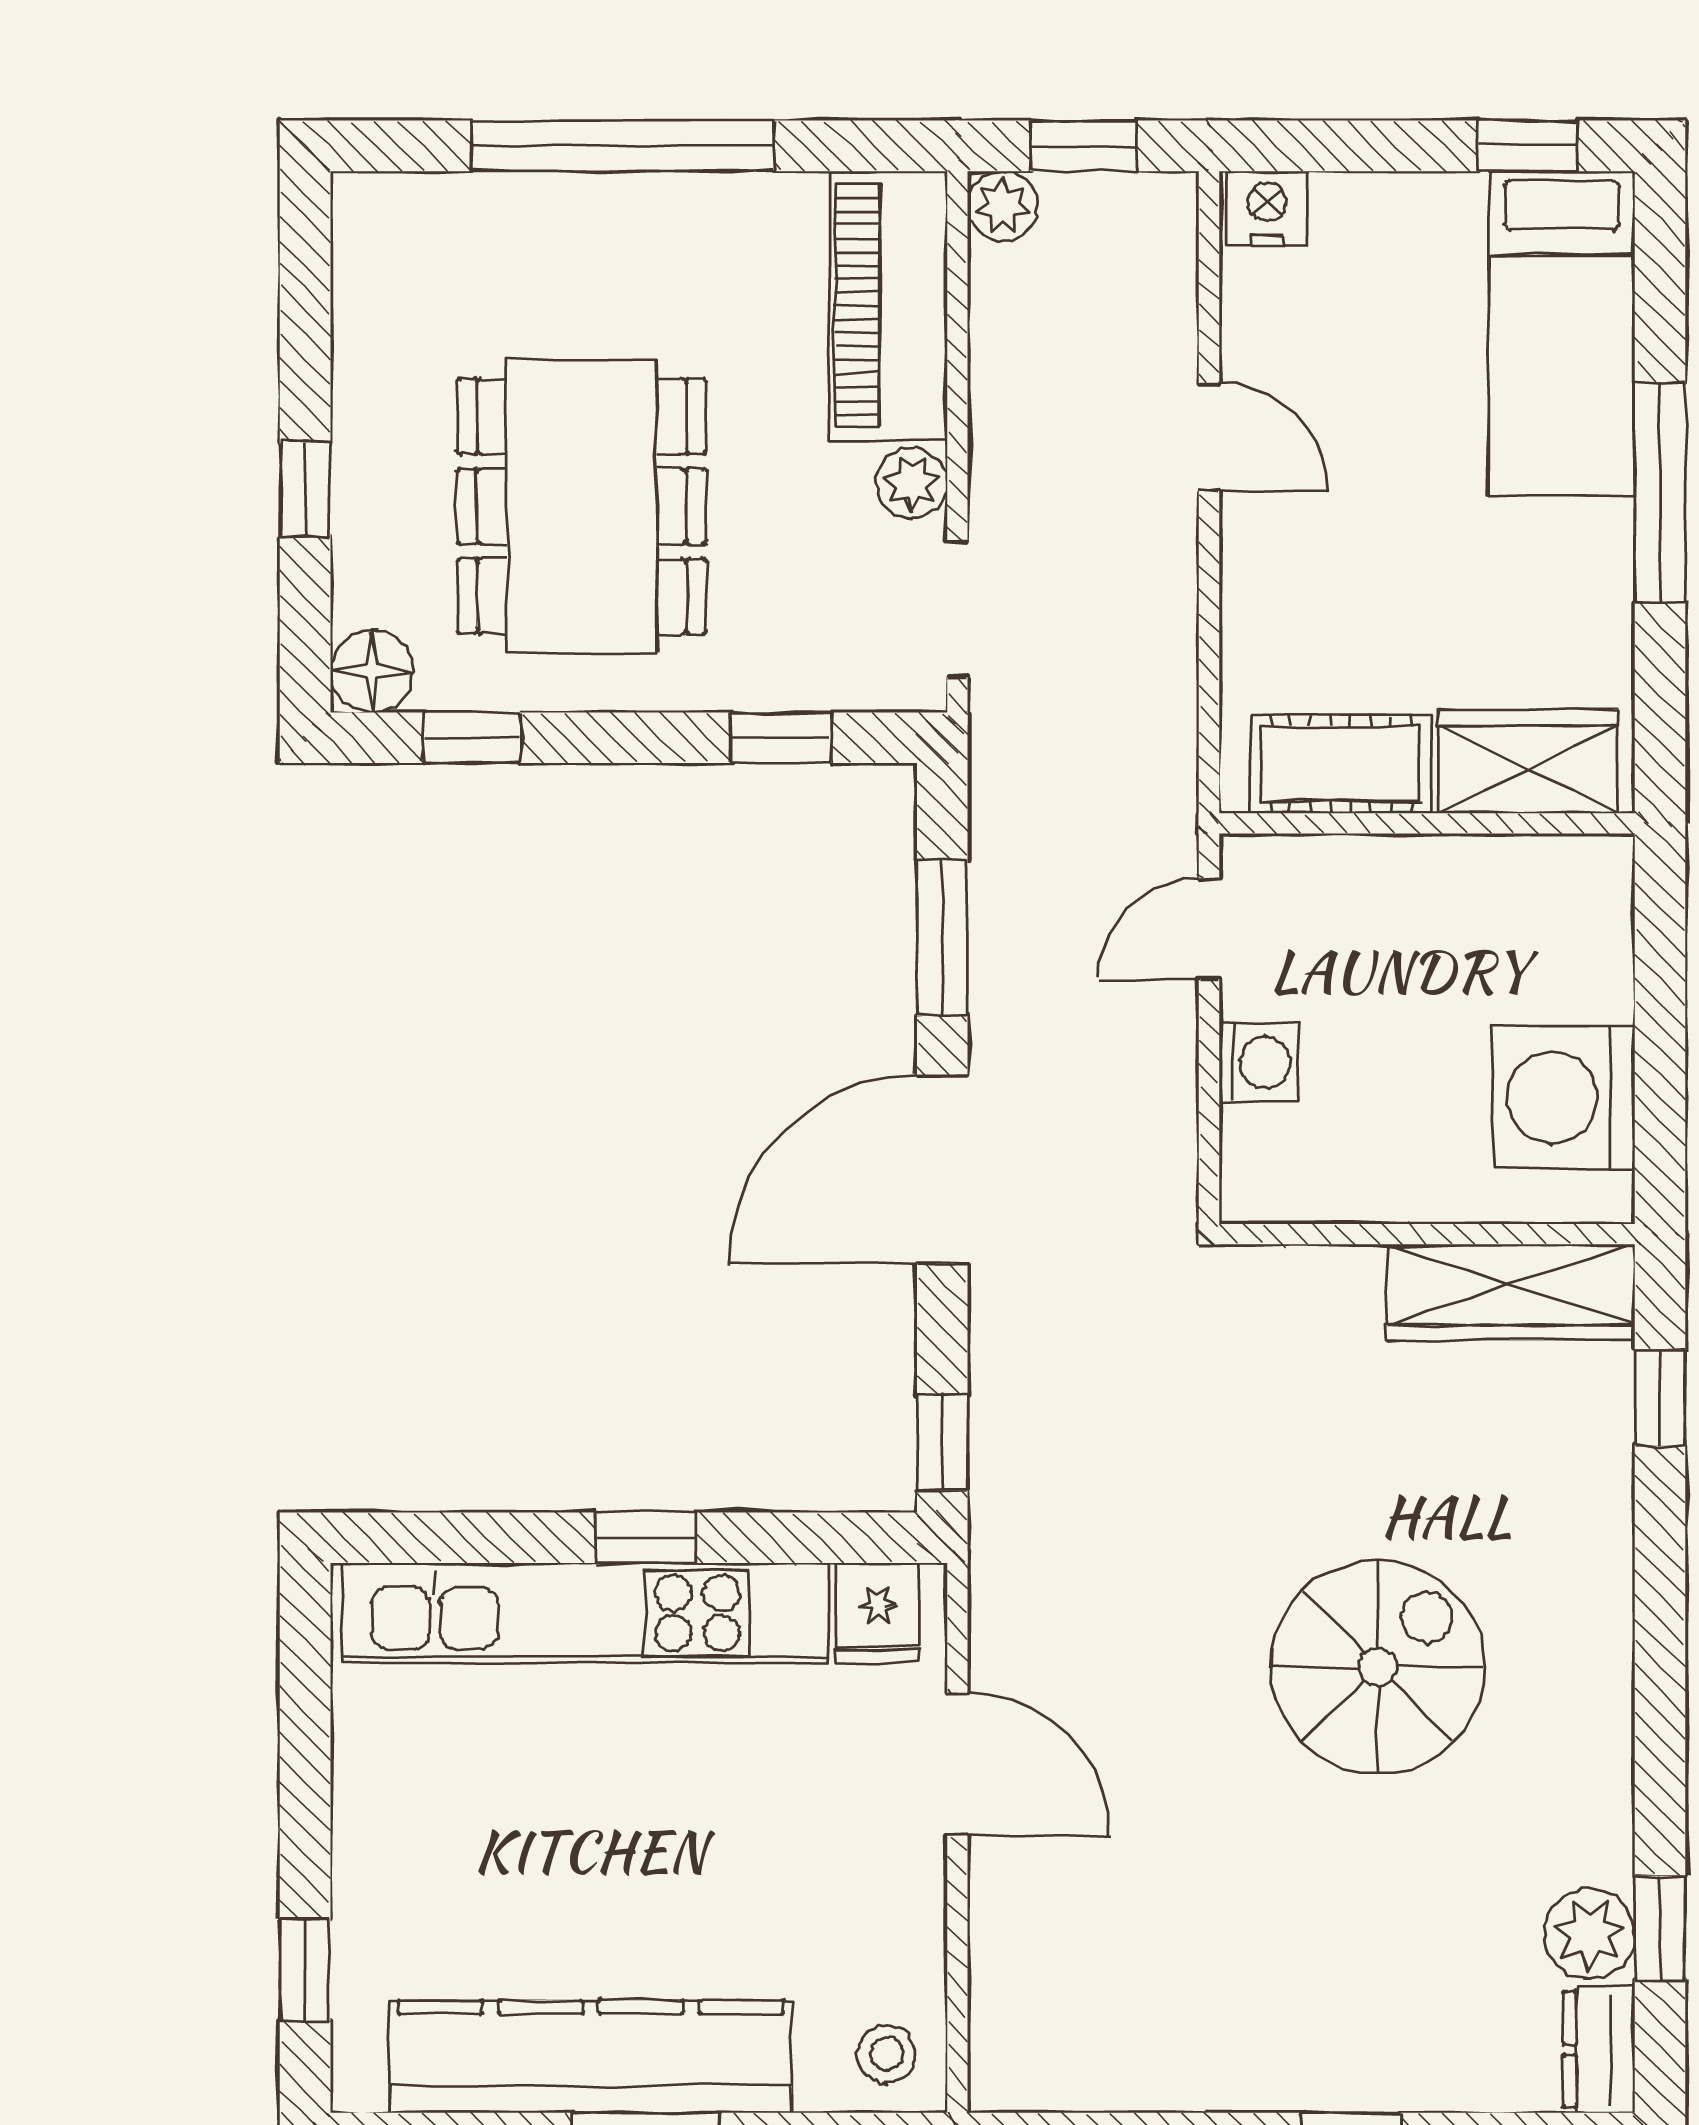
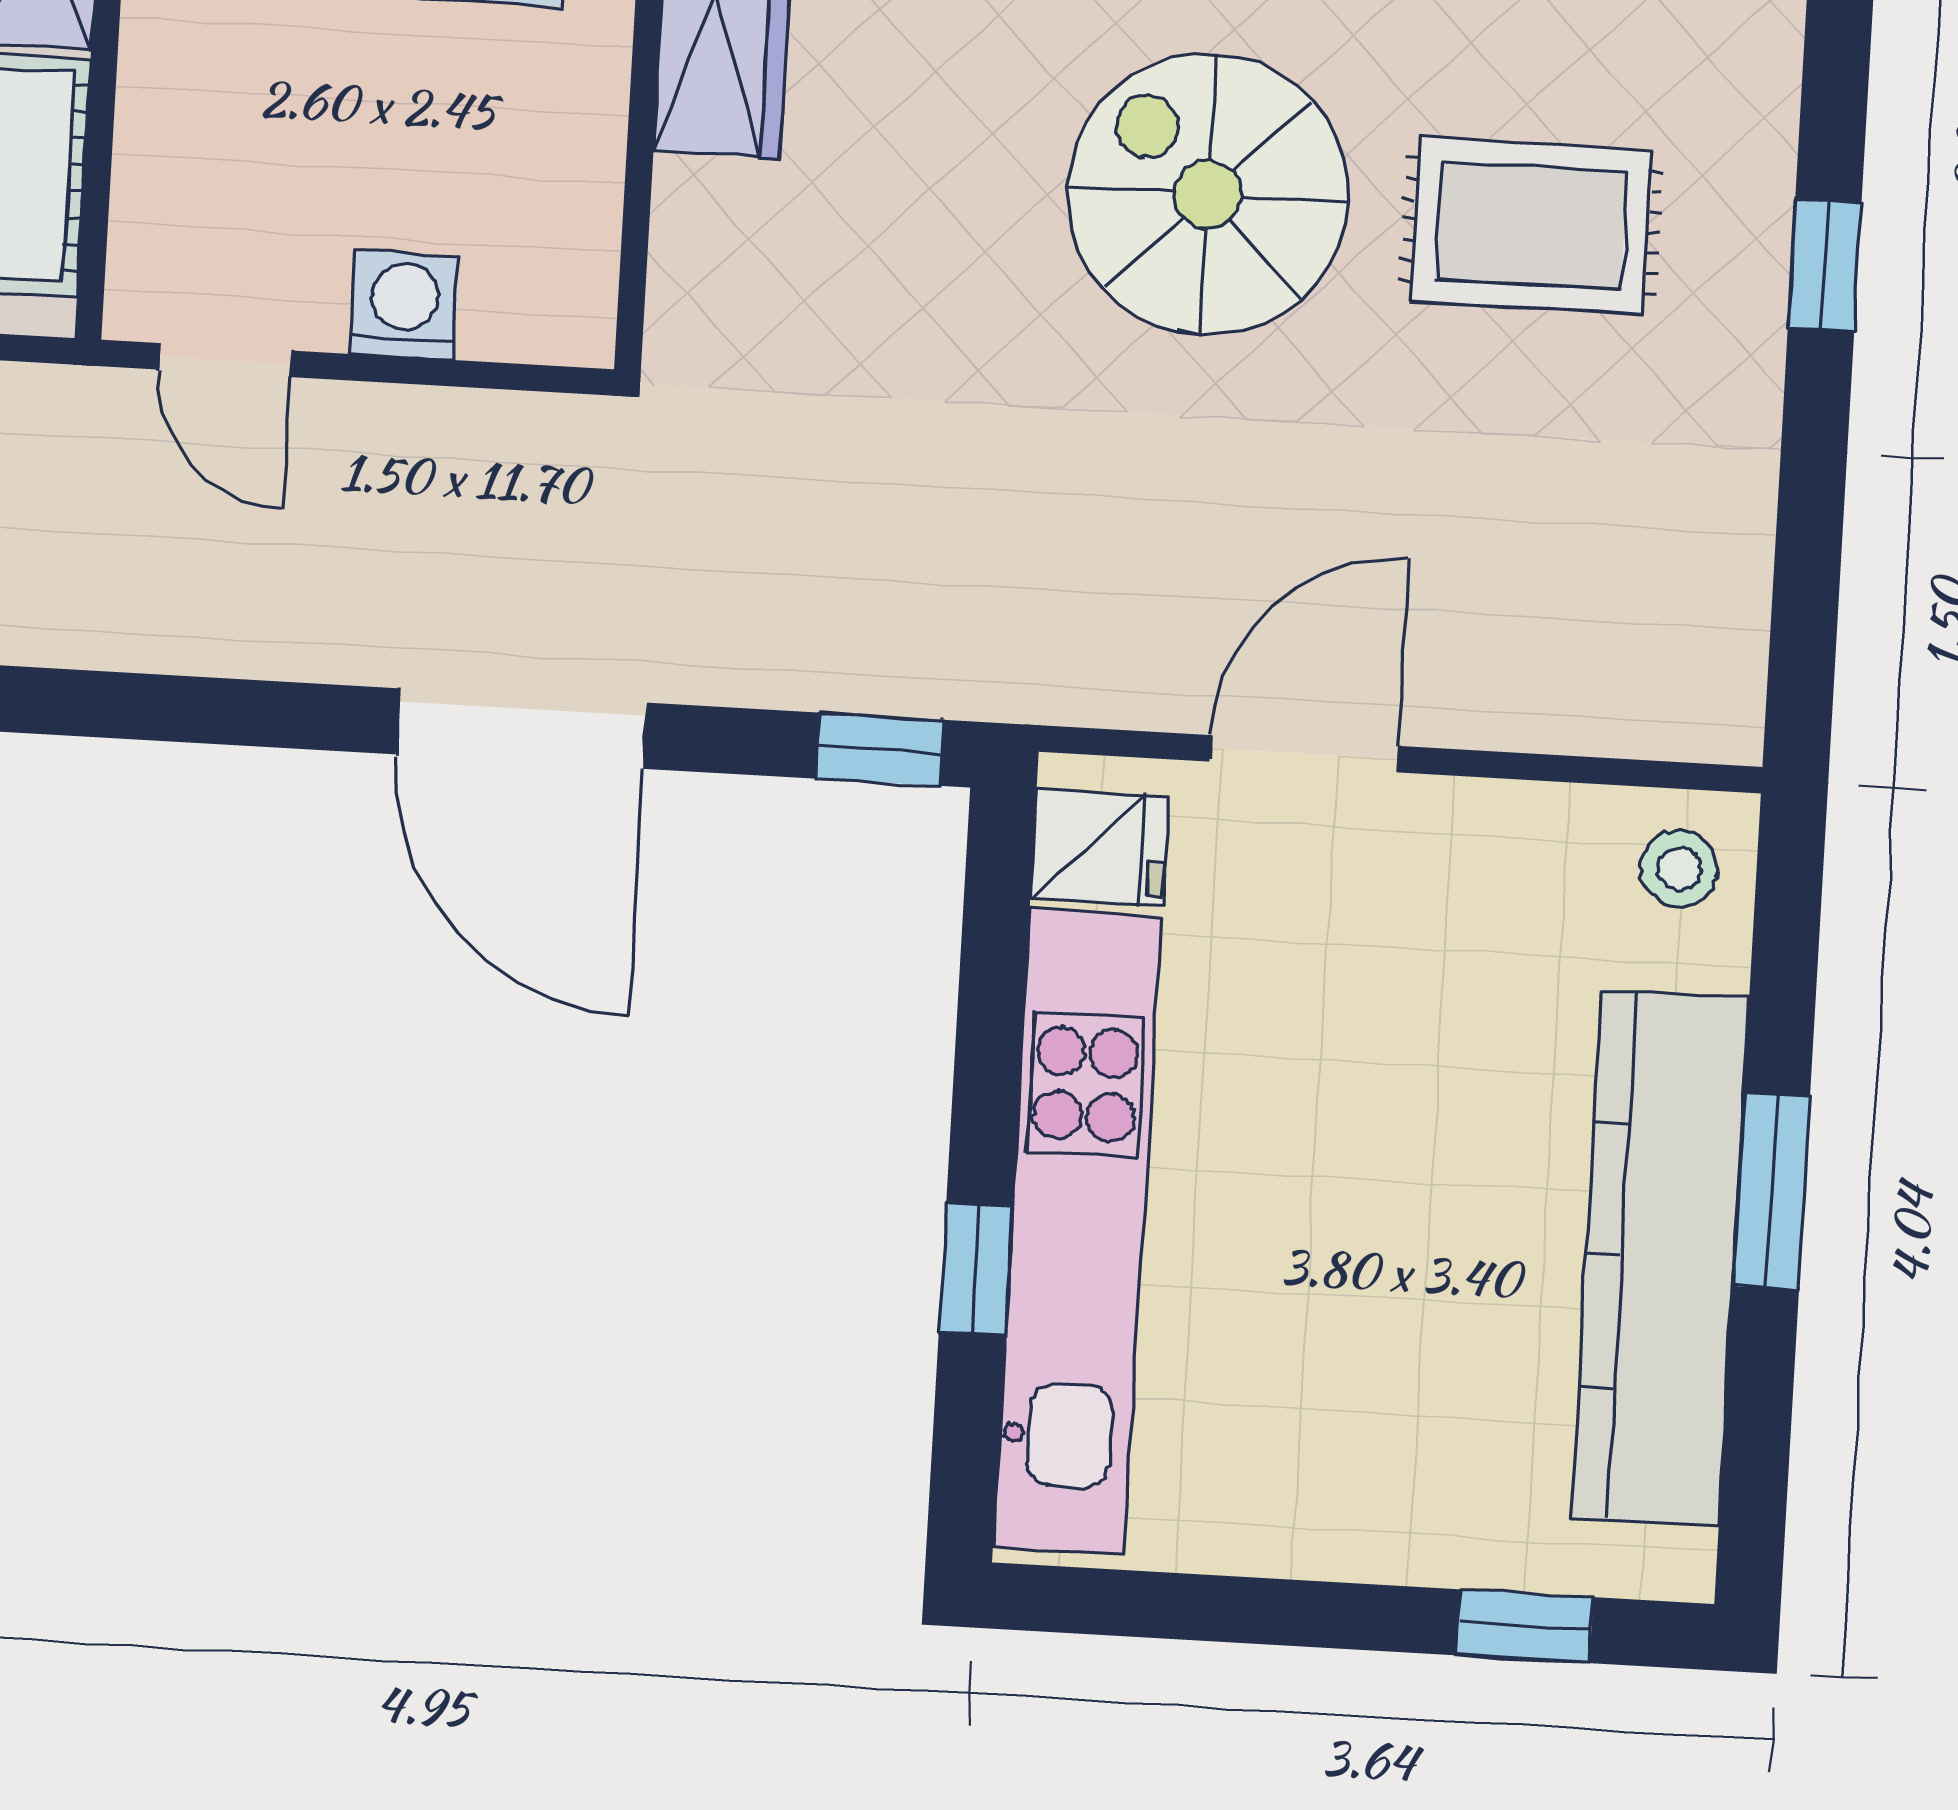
window: (942, 937) -> (217, 711), removed
window: (646, 1538) -> (976, 1269), moved
rug: (1368, 1914) -> (1531, 226), added

